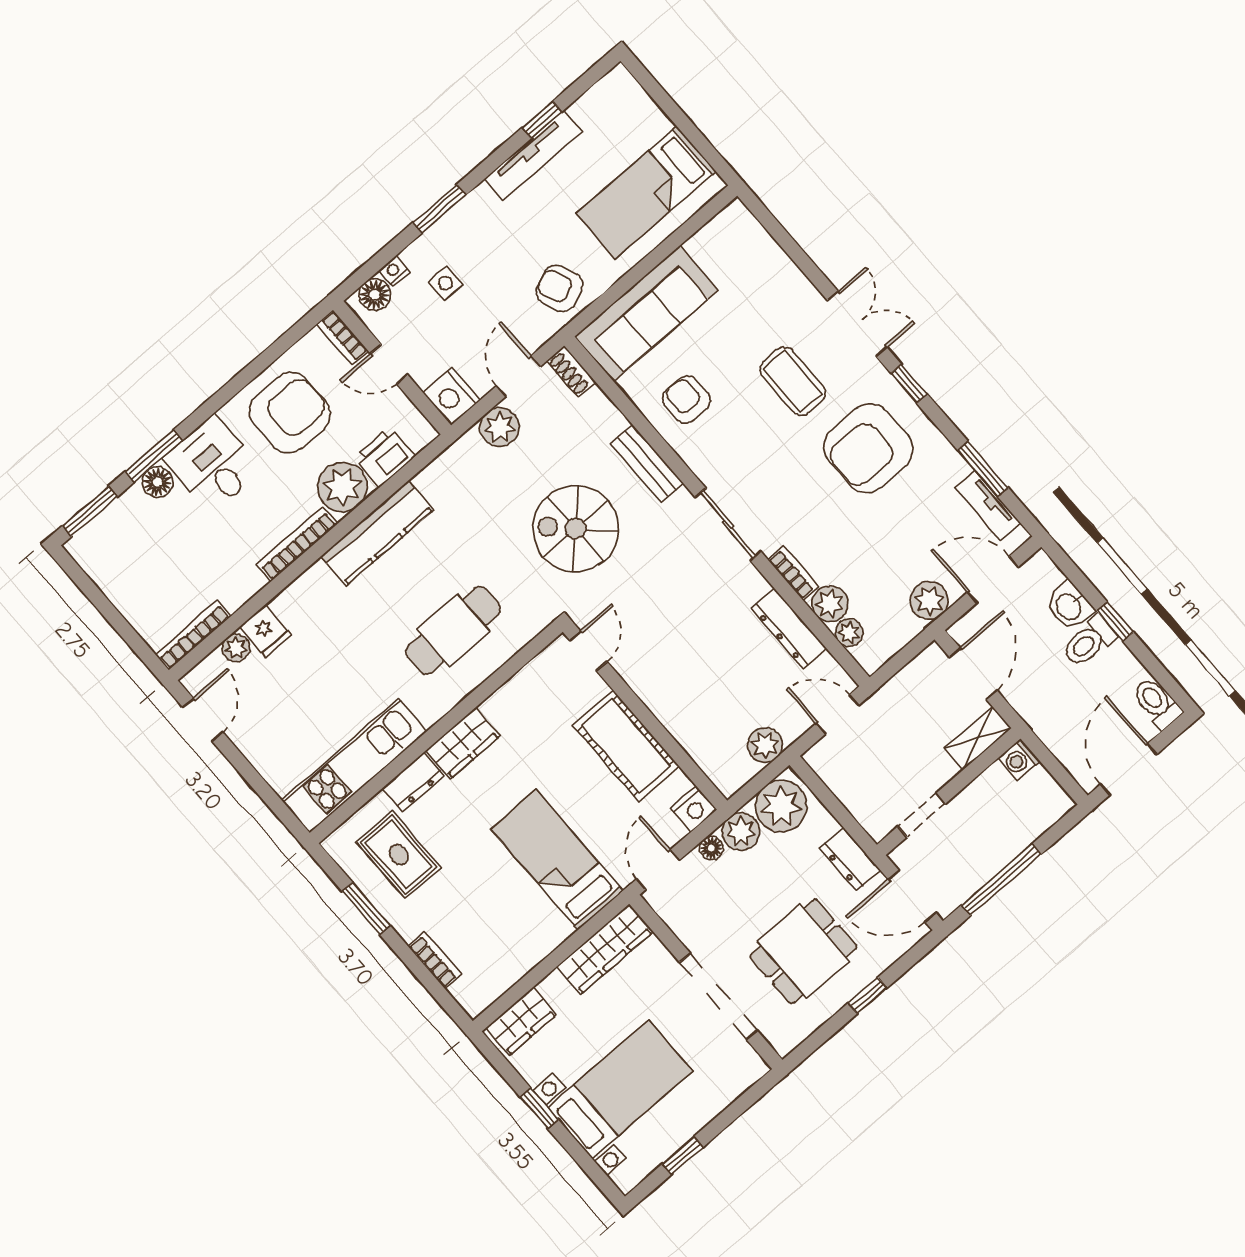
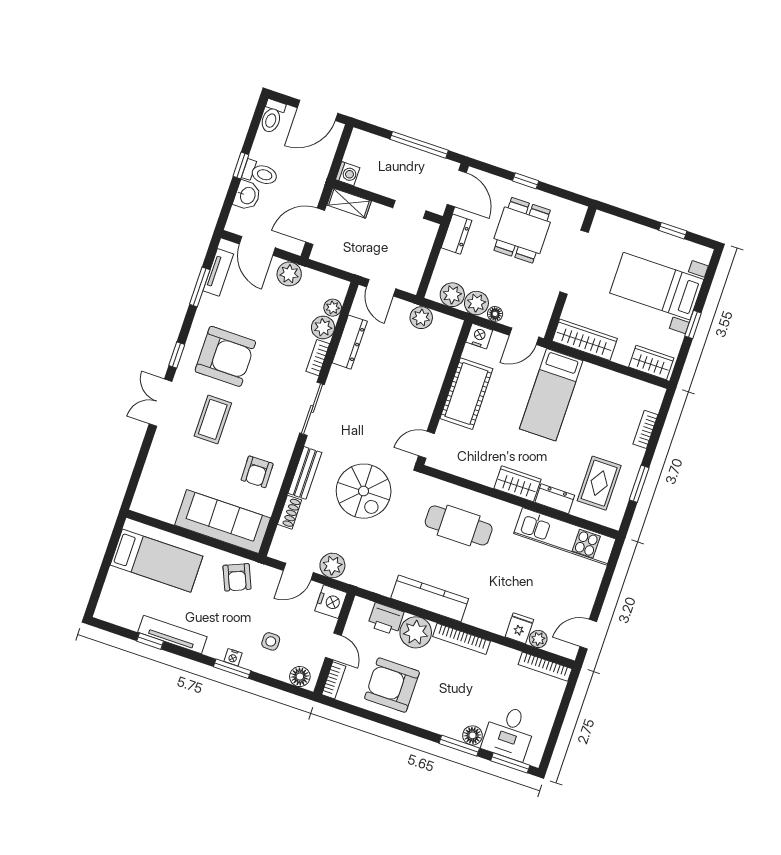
nightstand: (394, 271) -> (233, 657), moved
shoe rack: (571, 372) -> (290, 512), moved
desk: (212, 464) -> (509, 733), moved
plant: (781, 806) -> (452, 295), width x0.73, depth x0.73
dining table: (803, 951) -> (522, 230), turned 90

